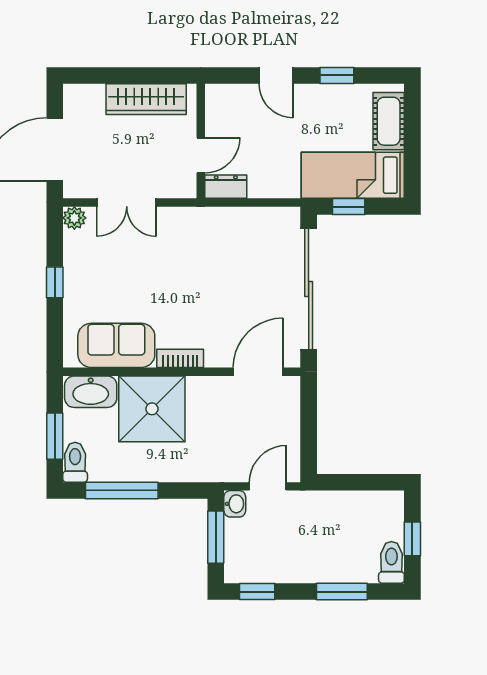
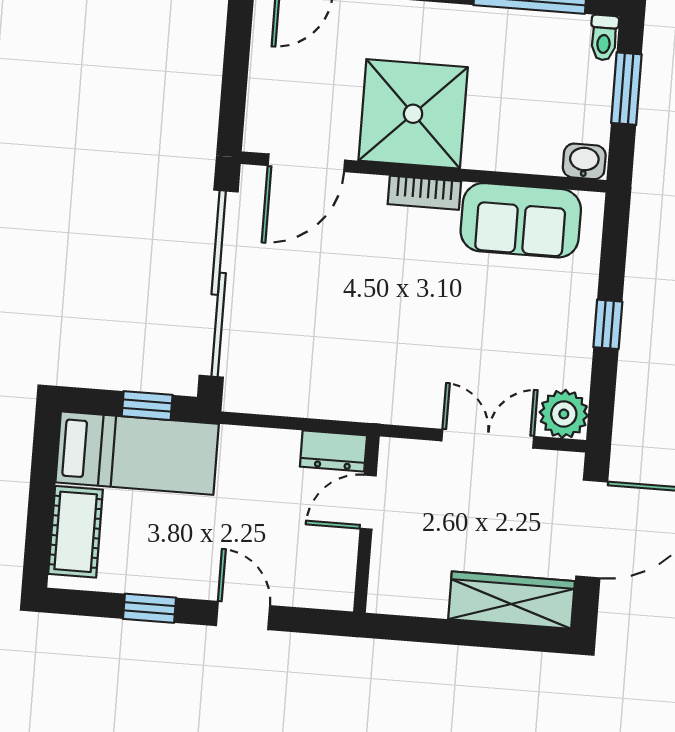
wardrobe: (146, 99) -> (511, 600), moved
plant: (74, 218) -> (564, 414), width x1.38, depth x1.38
washbasin: (91, 392) -> (584, 161), width x0.52, depth x0.69
shower: (152, 409) -> (413, 114), moved
toilet: (75, 462) -> (604, 38), width x0.73, depth x0.72

